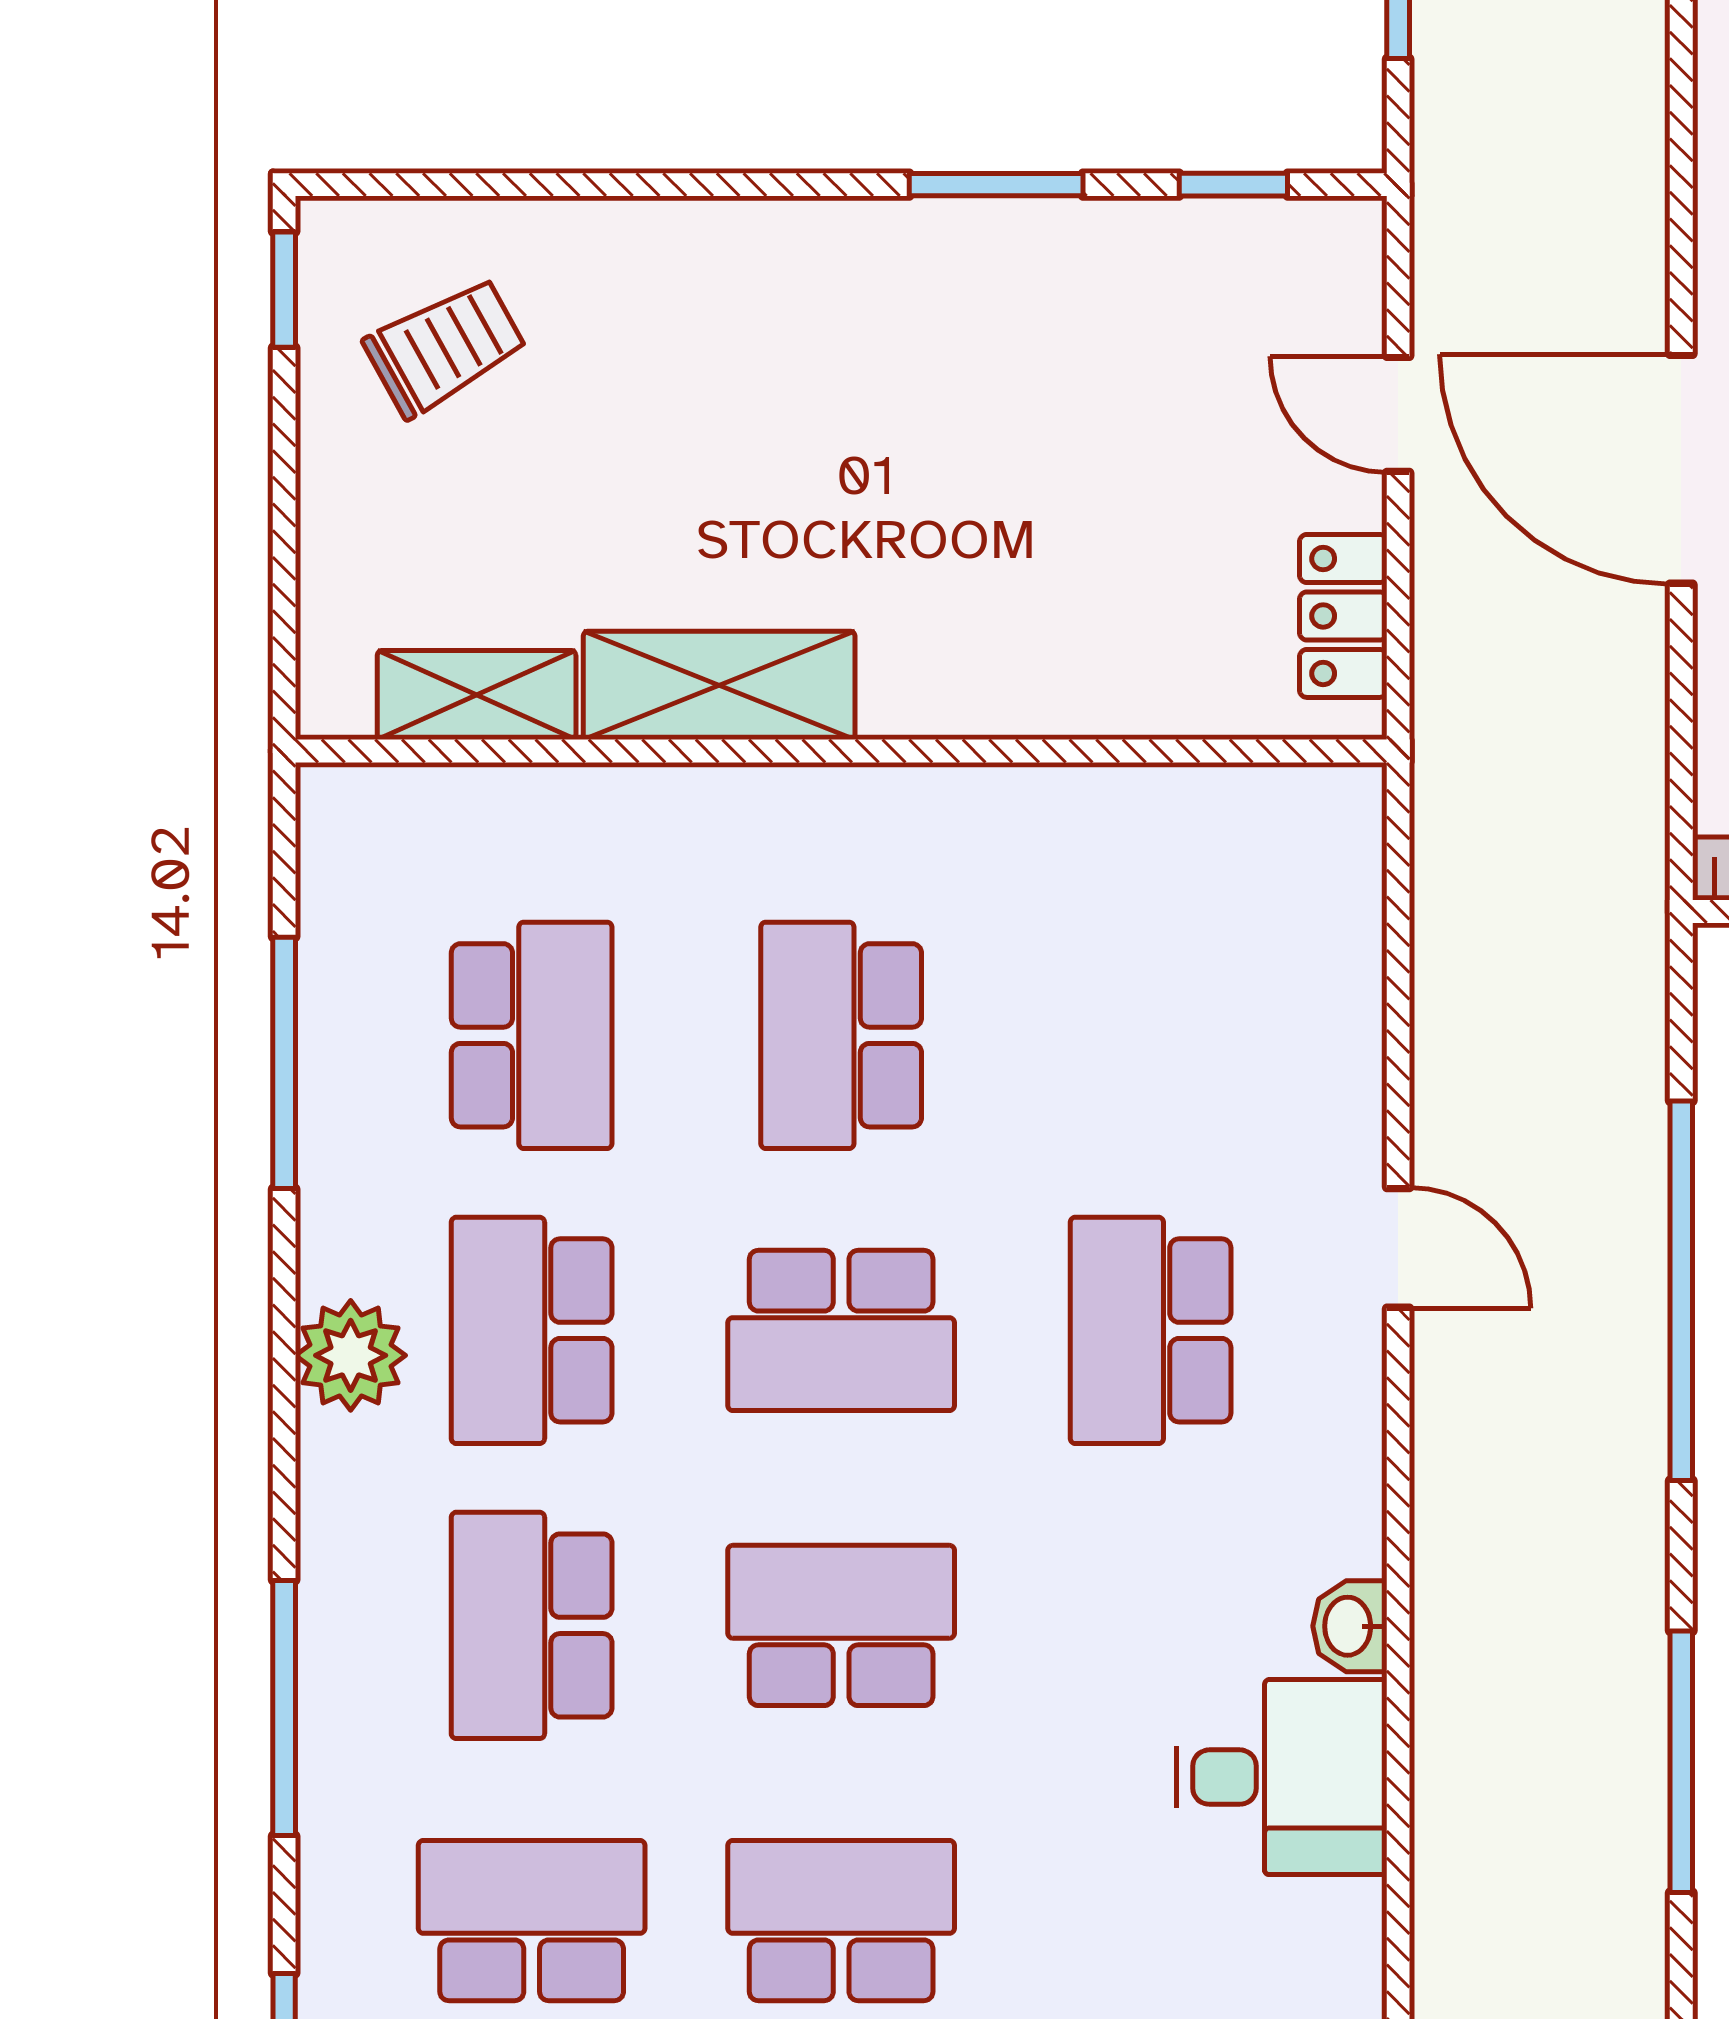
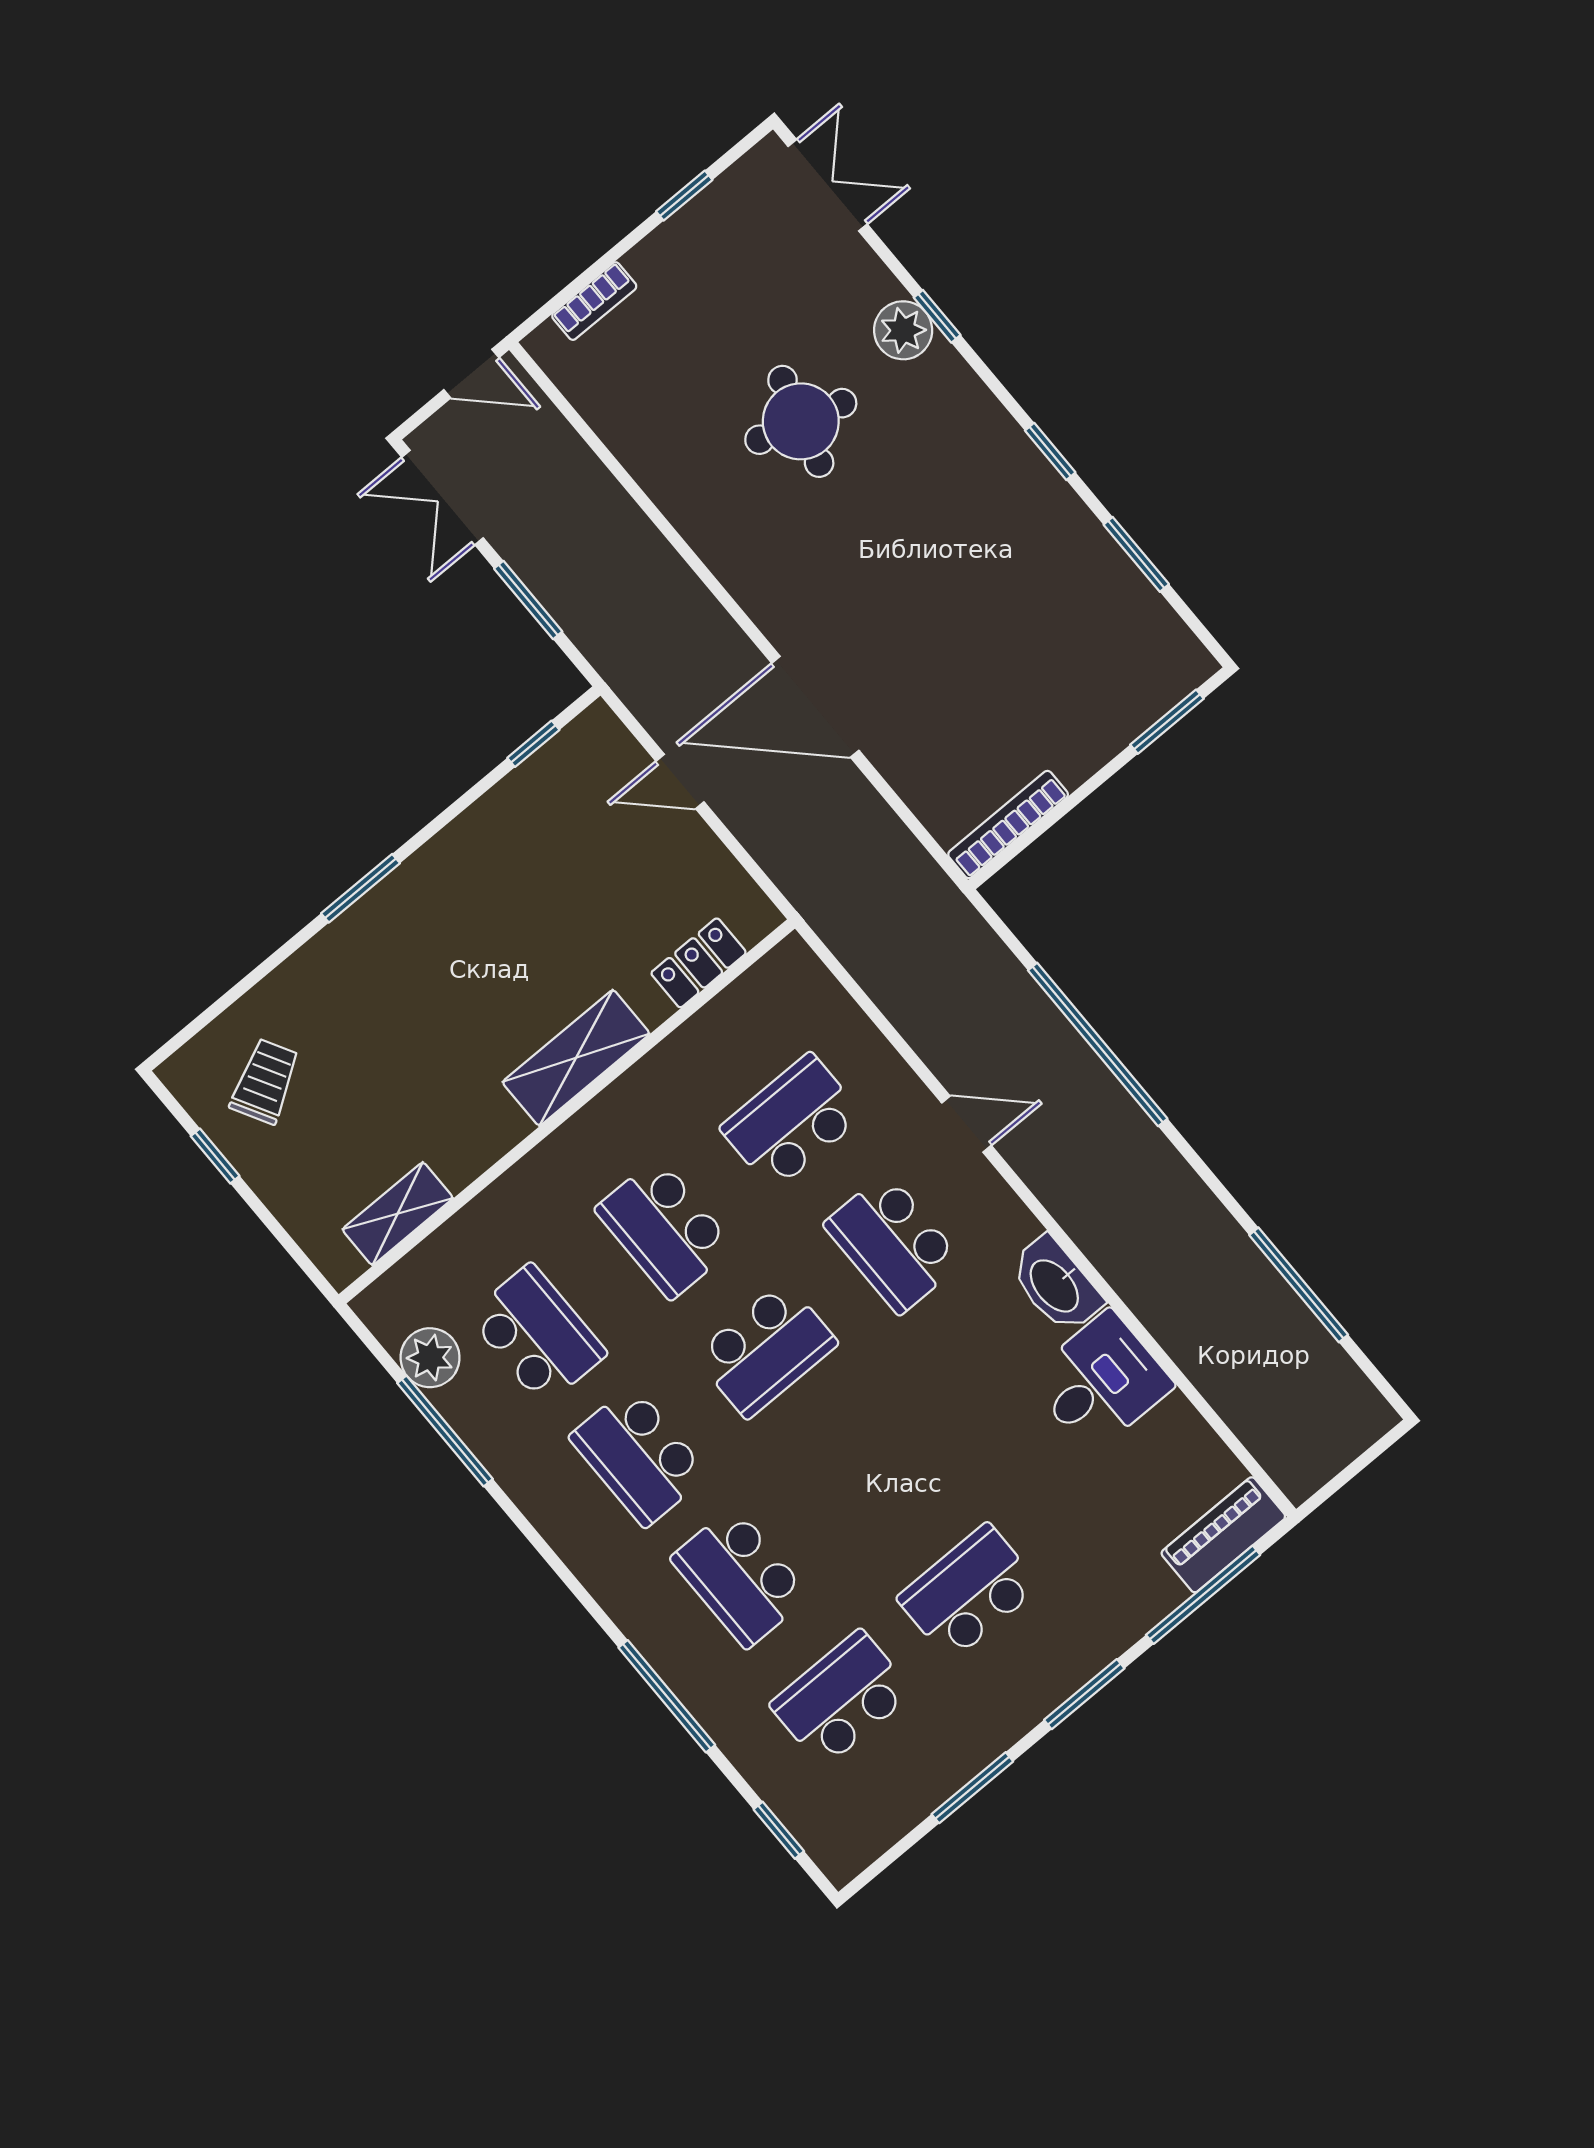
window: (996, 185) -> (360, 888), moved
window: (284, 290) -> (215, 1156), moved
locker: (1343, 616) -> (699, 963), moved, turned 90
shelving: (719, 685) -> (576, 1058), moved
plant: (351, 1355) -> (430, 1358), moved
school desk: (841, 1625) -> (792, 1122), moved
washbasin: (1350, 1626) -> (1056, 1285), width x1.91, depth x1.45
window: (1681, 1762) -> (1299, 1285), moved

